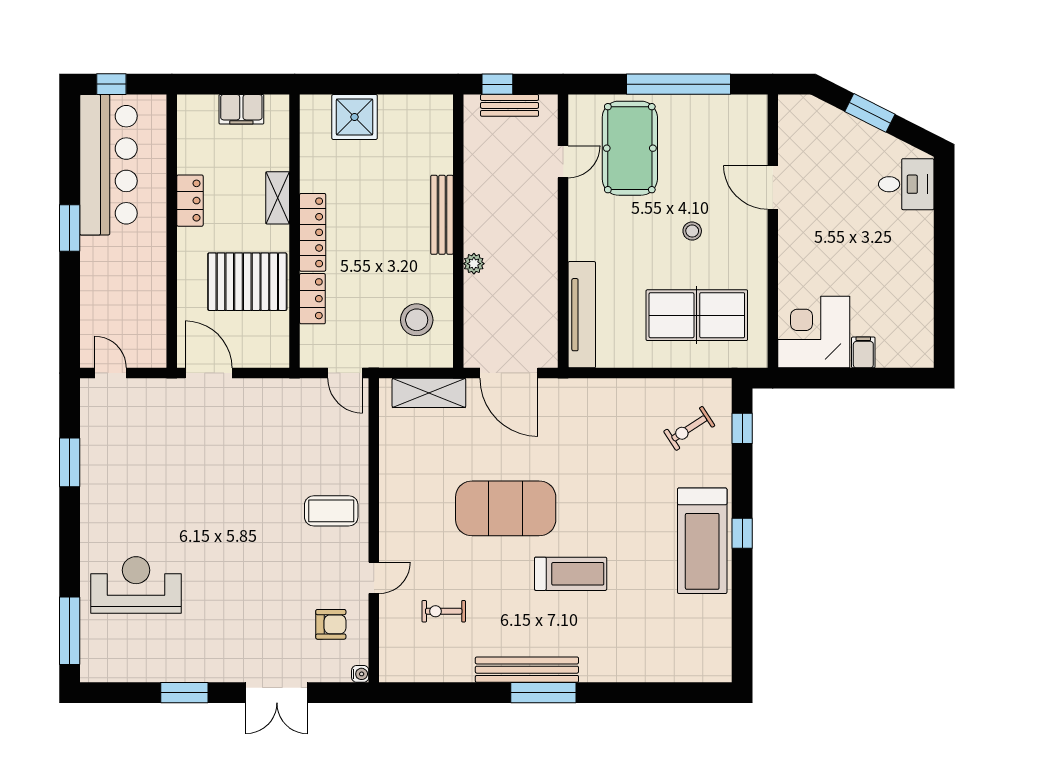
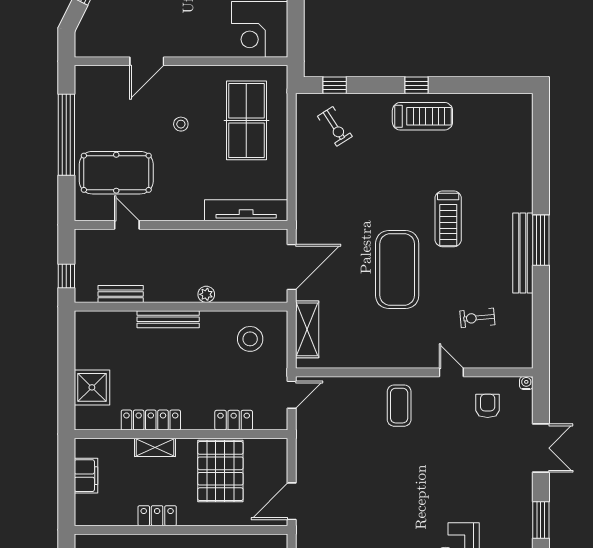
bench: (510, 105) -> (121, 294), moved, turned 90
locker: (313, 232) -> (151, 420), moved
treadmill: (702, 541) -> (422, 116), width x0.73, depth x0.73
treadmill: (571, 574) -> (448, 219), turned 180
exercise bike: (444, 611) -> (477, 318), turned 85

